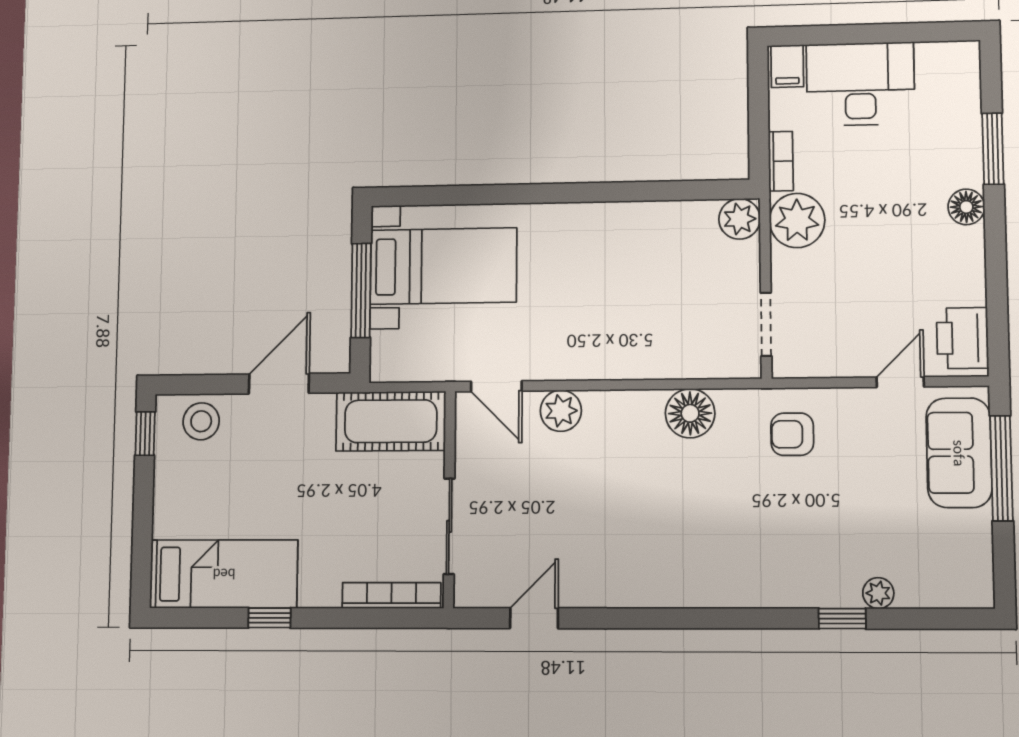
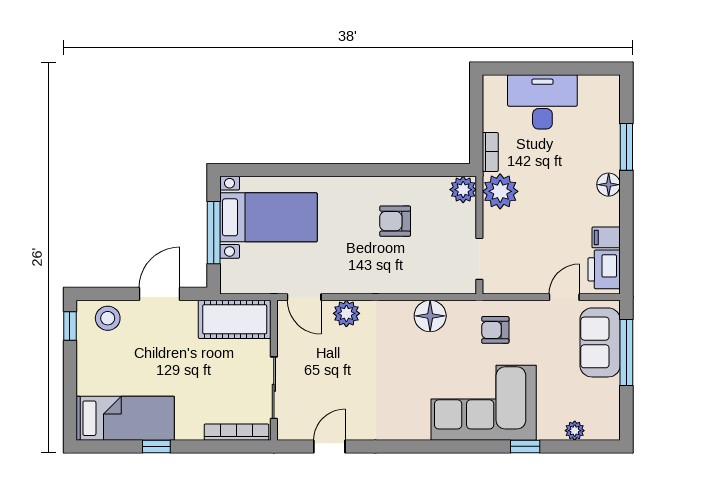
filing cabinet: (787, 66) -> (606, 237), moved, turned 90
armchair: (635, 269) -> (395, 221), added
corner sofa: (775, 549) -> (484, 403), added
plant: (878, 593) -> (575, 431), moved

